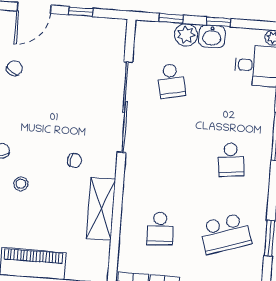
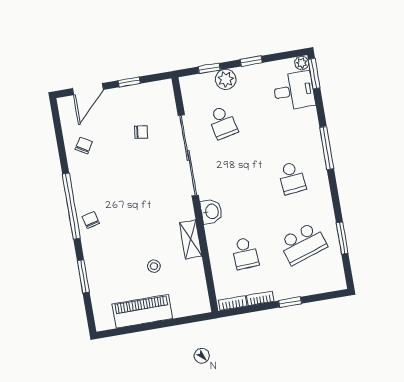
washbasin: (212, 36) -> (211, 211), moved, turned -90
chair: (74, 160) -> (141, 132), moved
stool: (21, 184) -> (154, 266), moved
shelving: (101, 209) -> (191, 239), width x0.67, depth x0.75

